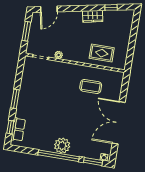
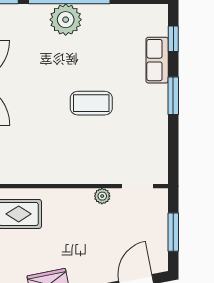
coffee table: (91, 86) -> (91, 103), moved
row of seats: (18, 129) -> (157, 60), moved

